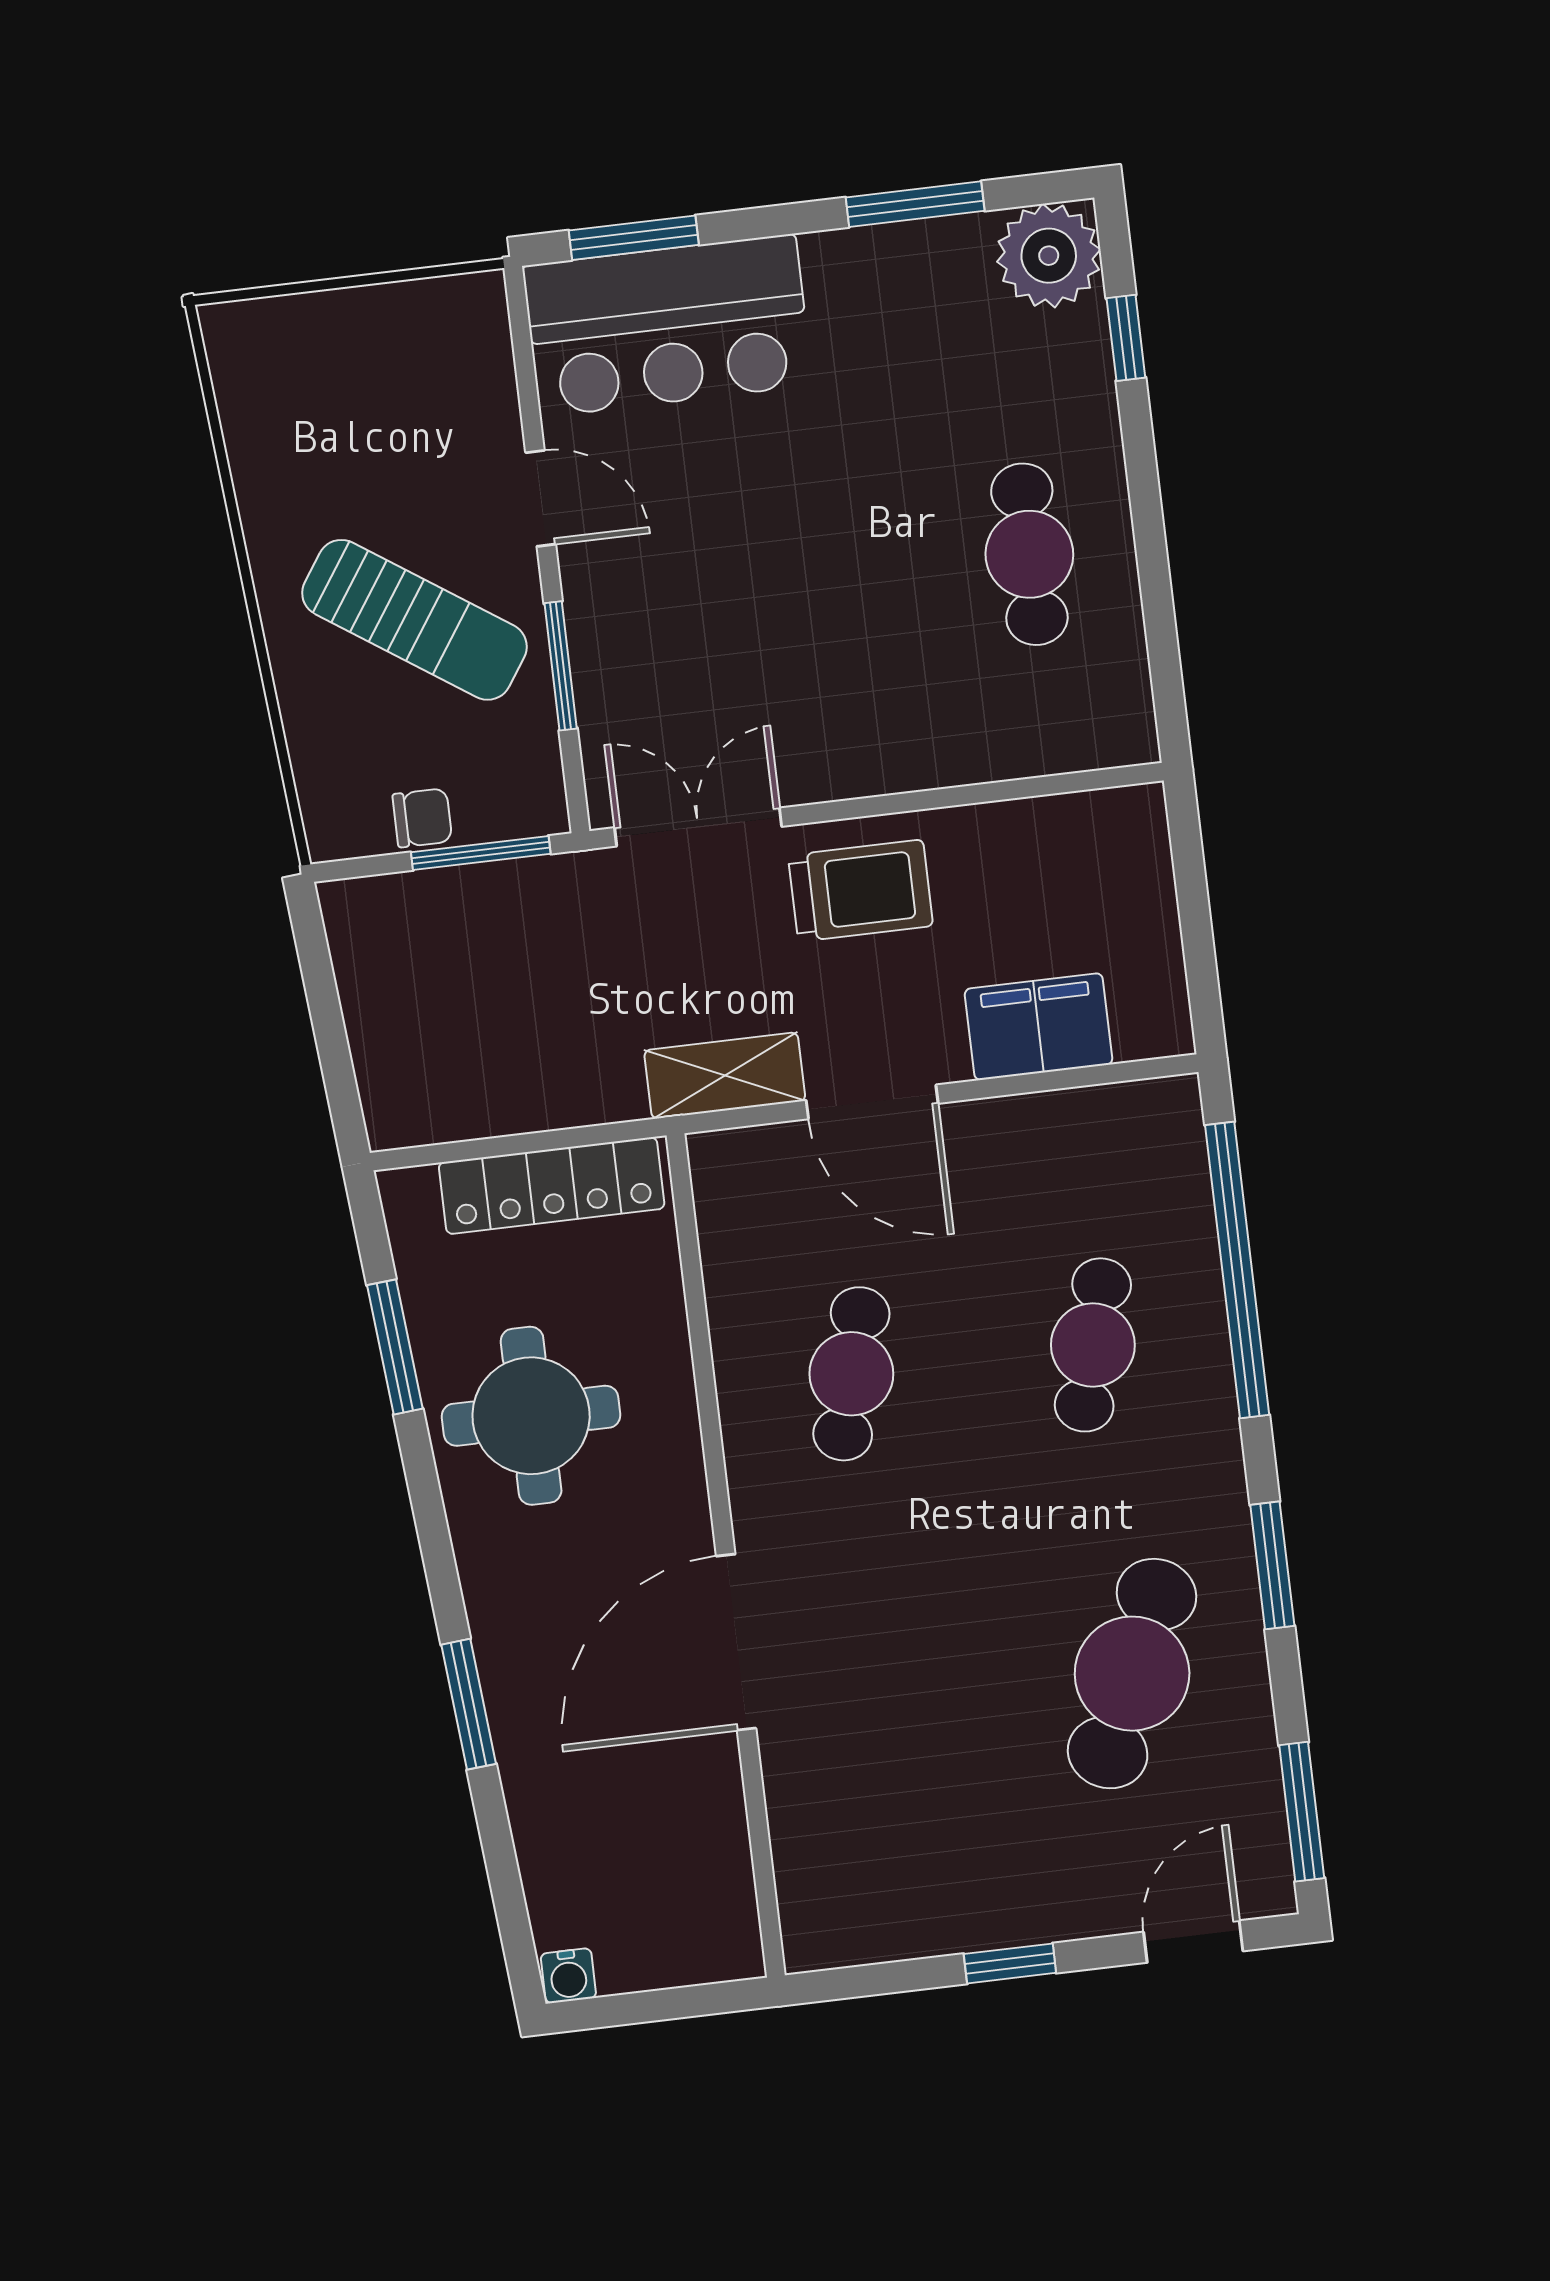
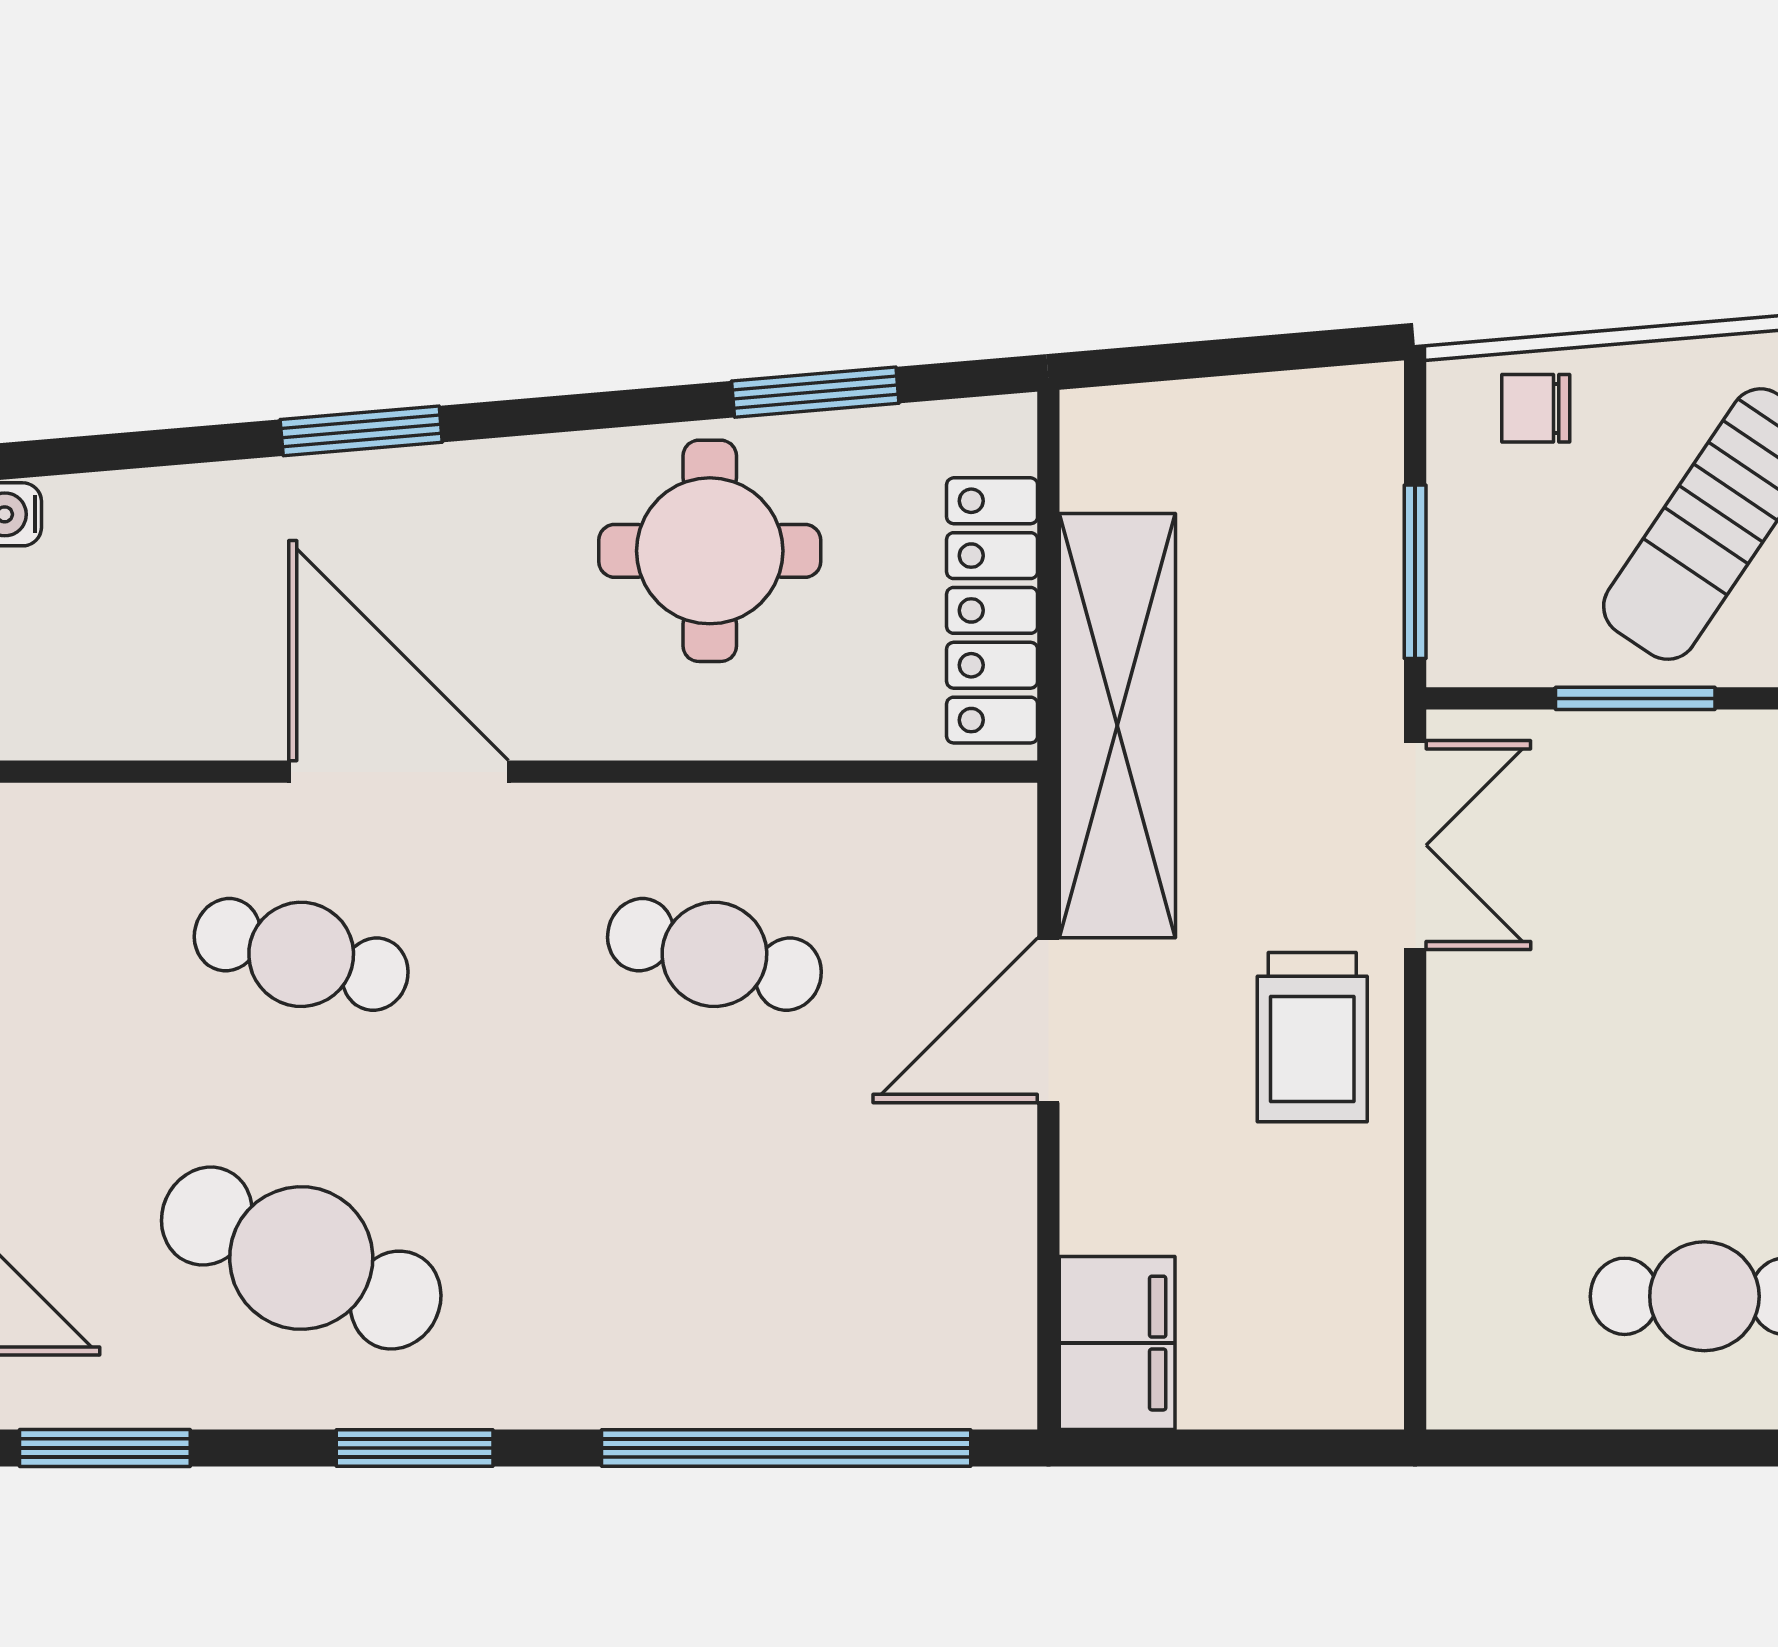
chair: (422, 818) -> (1536, 408), moved, turned 90
filing cabinet: (1039, 1027) -> (1117, 1343), moved
shelving: (725, 1076) -> (1117, 726), width x2.20, depth x1.33
cafe table: (1093, 1345) -> (301, 954), moved

